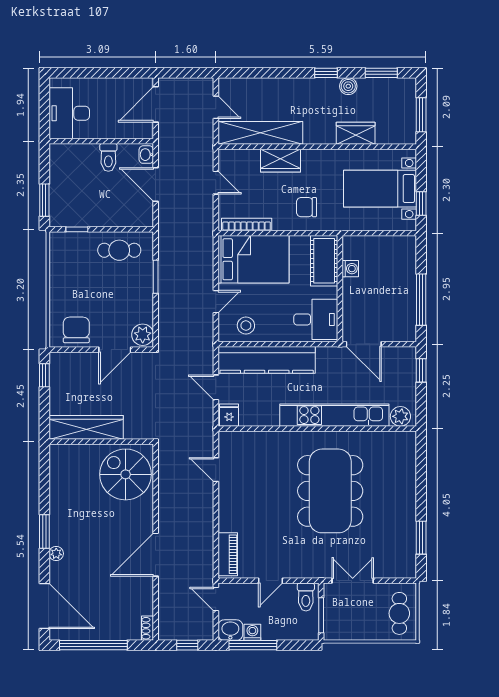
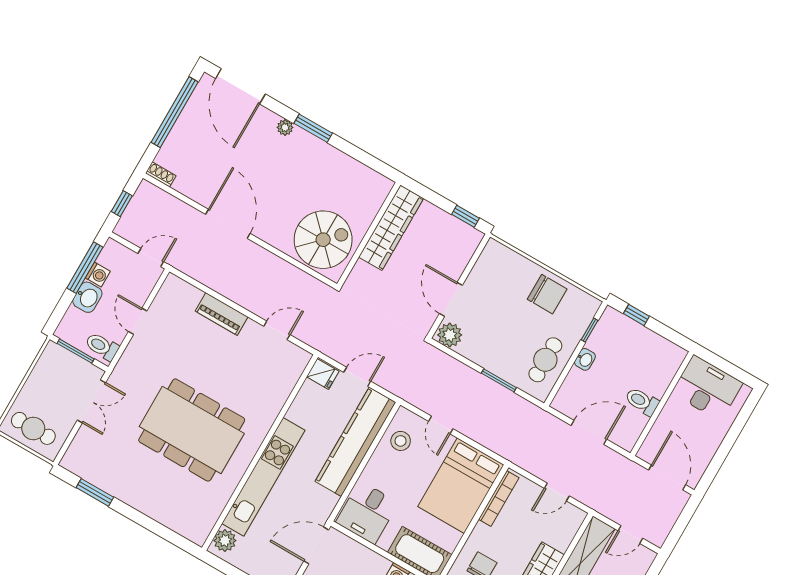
washbasin: (146, 155) -> (585, 359), moved, turned 90
window: (44, 200) -> (636, 315), width x0.67
chair: (76, 330) -> (547, 294), moved
piano: (228, 554) -> (222, 314), moved
door: (44, 606) -> (240, 86), hinge flipped
washbasin: (230, 630) -> (87, 297), moved

